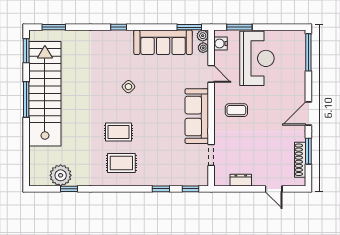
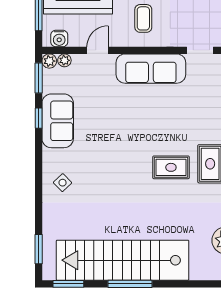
window: (119, 27) -> (39, 118), moved
sofa: (163, 42) -> (58, 121), width x0.73
side table: (128, 87) -> (63, 183), moved
rug: (119, 132) -> (171, 167), turned 90

